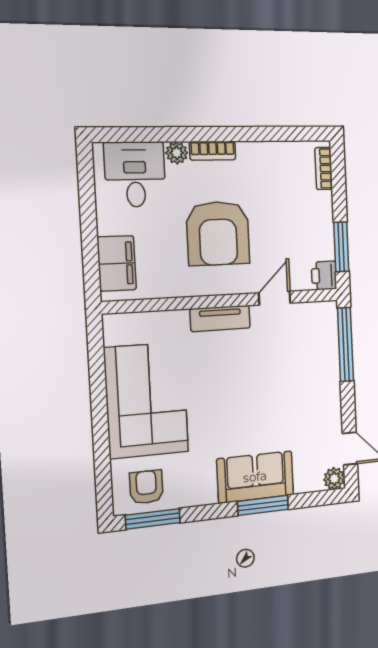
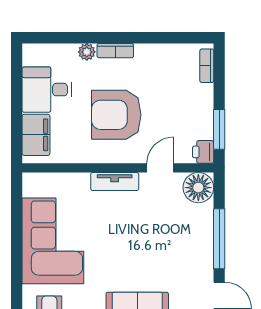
desk: (135, 174) -> (47, 90), moved, turned -90
armchair: (218, 233) -> (116, 115), turned 90
floor lamp: (320, 320) -> (198, 188), added
window: (345, 345) -> (219, 239), moved

